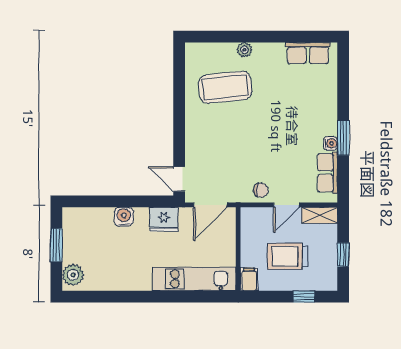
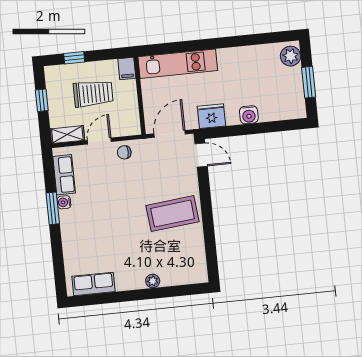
coffee table: (225, 87) -> (173, 214), moved

